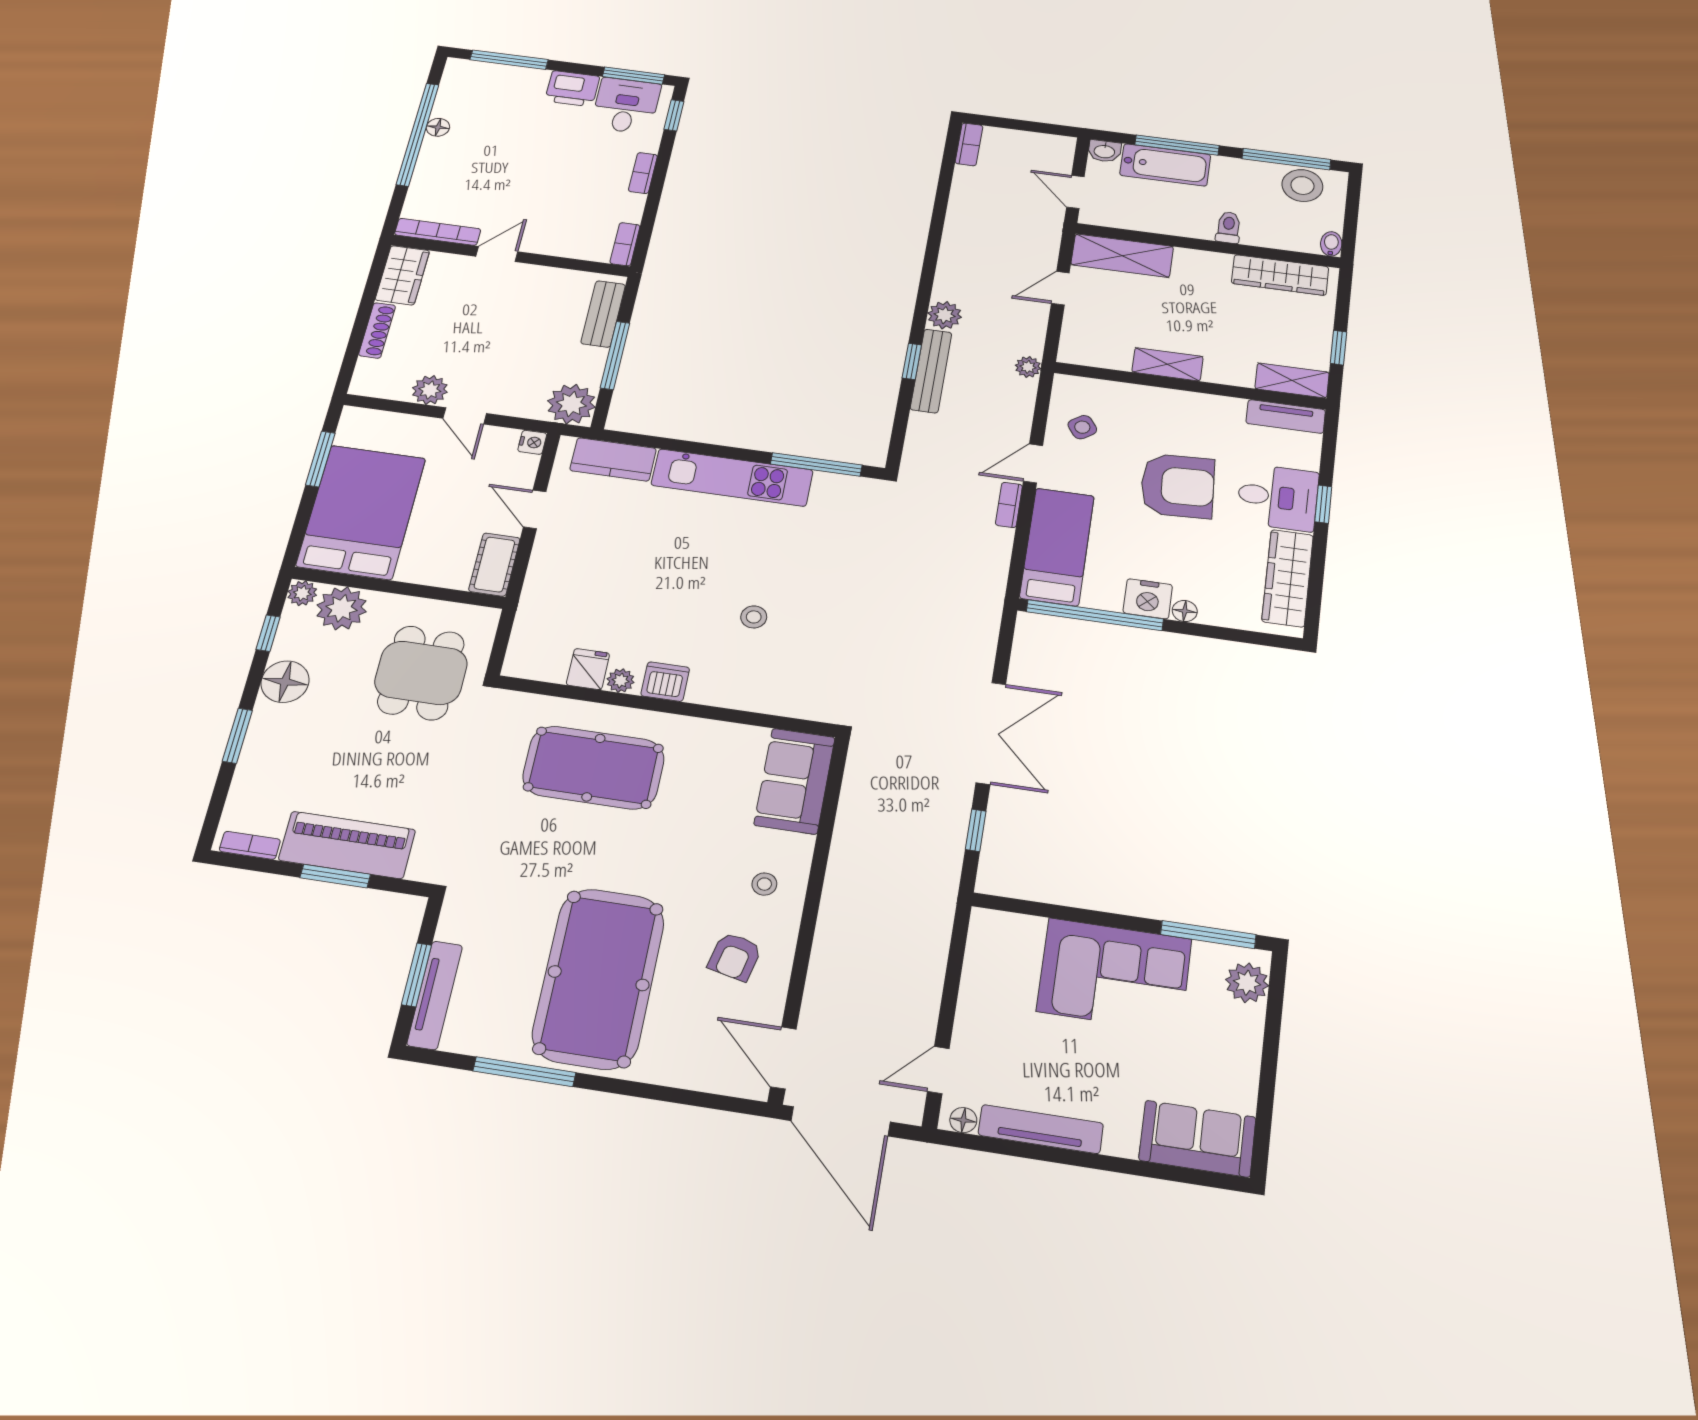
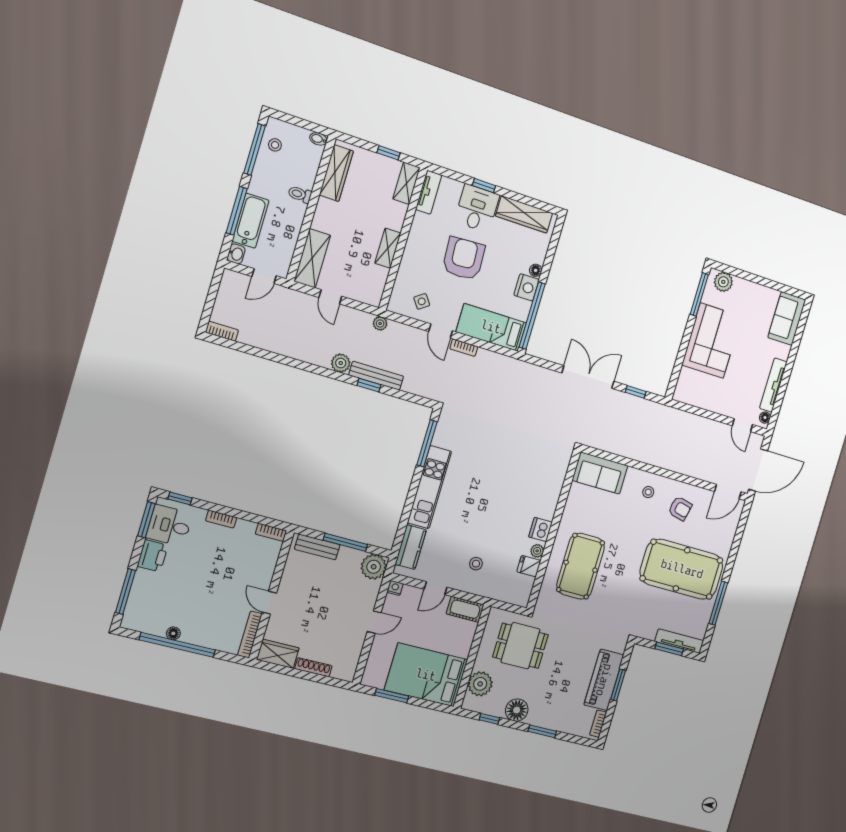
stool: (1302, 186) -> (275, 145), width x0.53, depth x0.53
plant: (430, 390) -> (356, 640), removed
plant: (302, 593) -> (469, 703), removed
stool: (754, 617) -> (476, 564), moved

